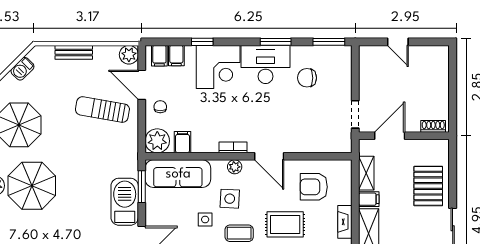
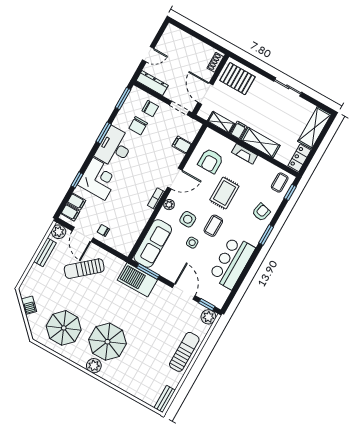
bench: (74, 52) -> (45, 252), moved
dresser: (367, 66) -> (152, 83), added
chair: (335, 81) -> (150, 109), added
door: (142, 85) -> (83, 234), hinge flipped
sun lounger: (102, 109) -> (84, 269), turned 39
plant: (157, 141) -> (124, 245), removed
filing cabinet: (182, 142) -> (182, 145), moved
pallet: (428, 186) -> (237, 79), moved
barbecue: (125, 202) -> (137, 280), moved

